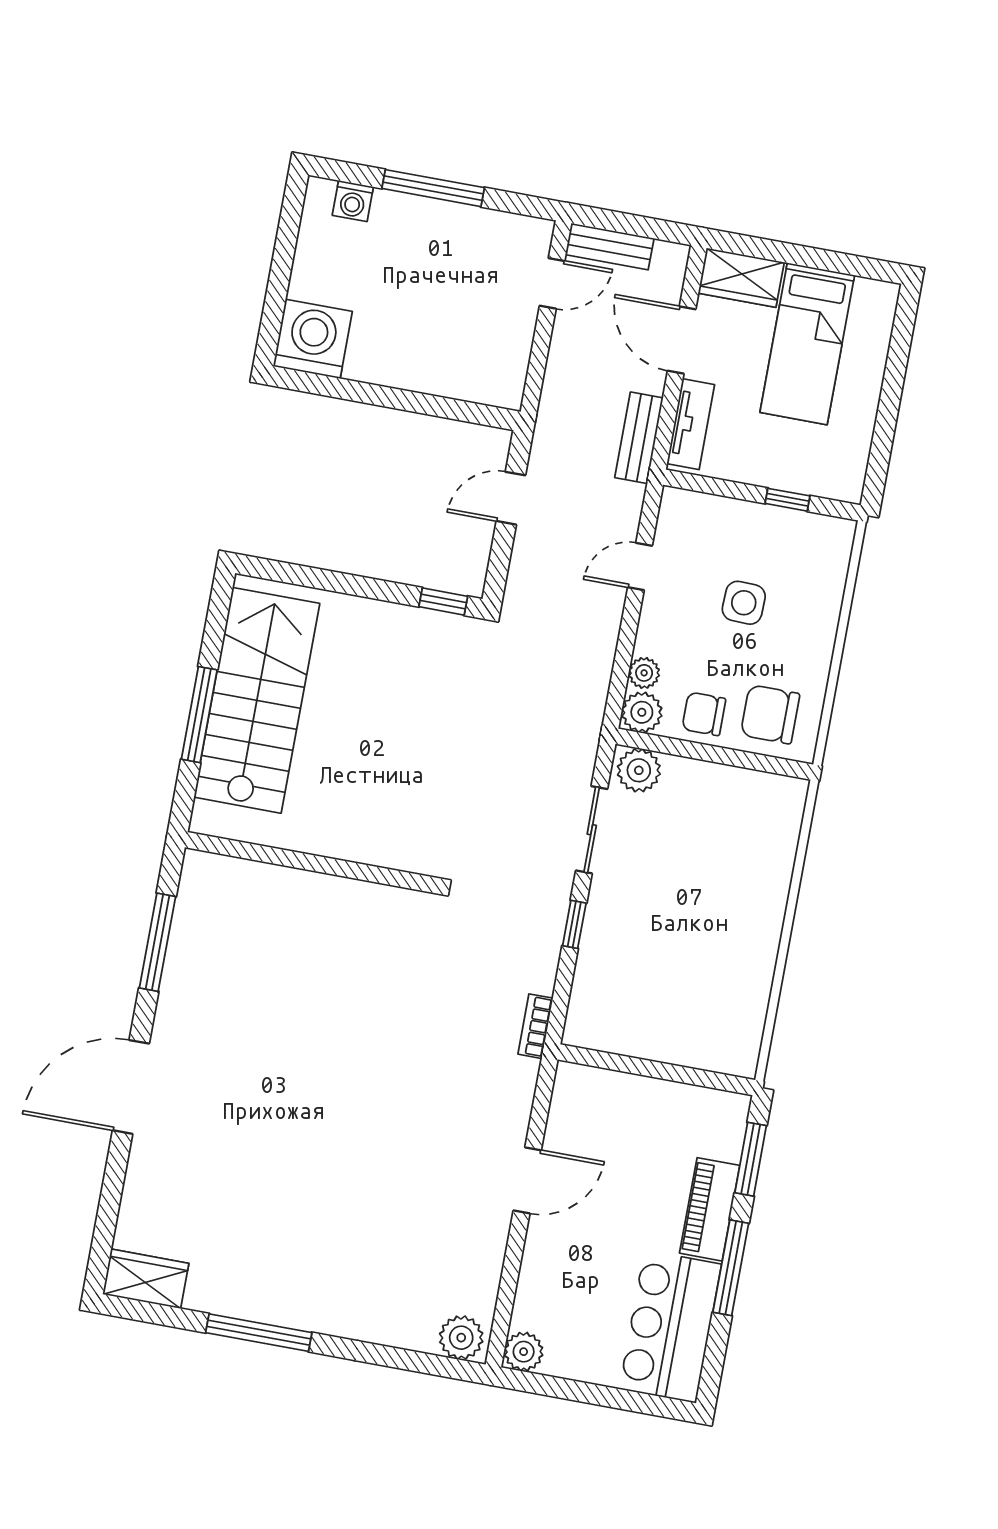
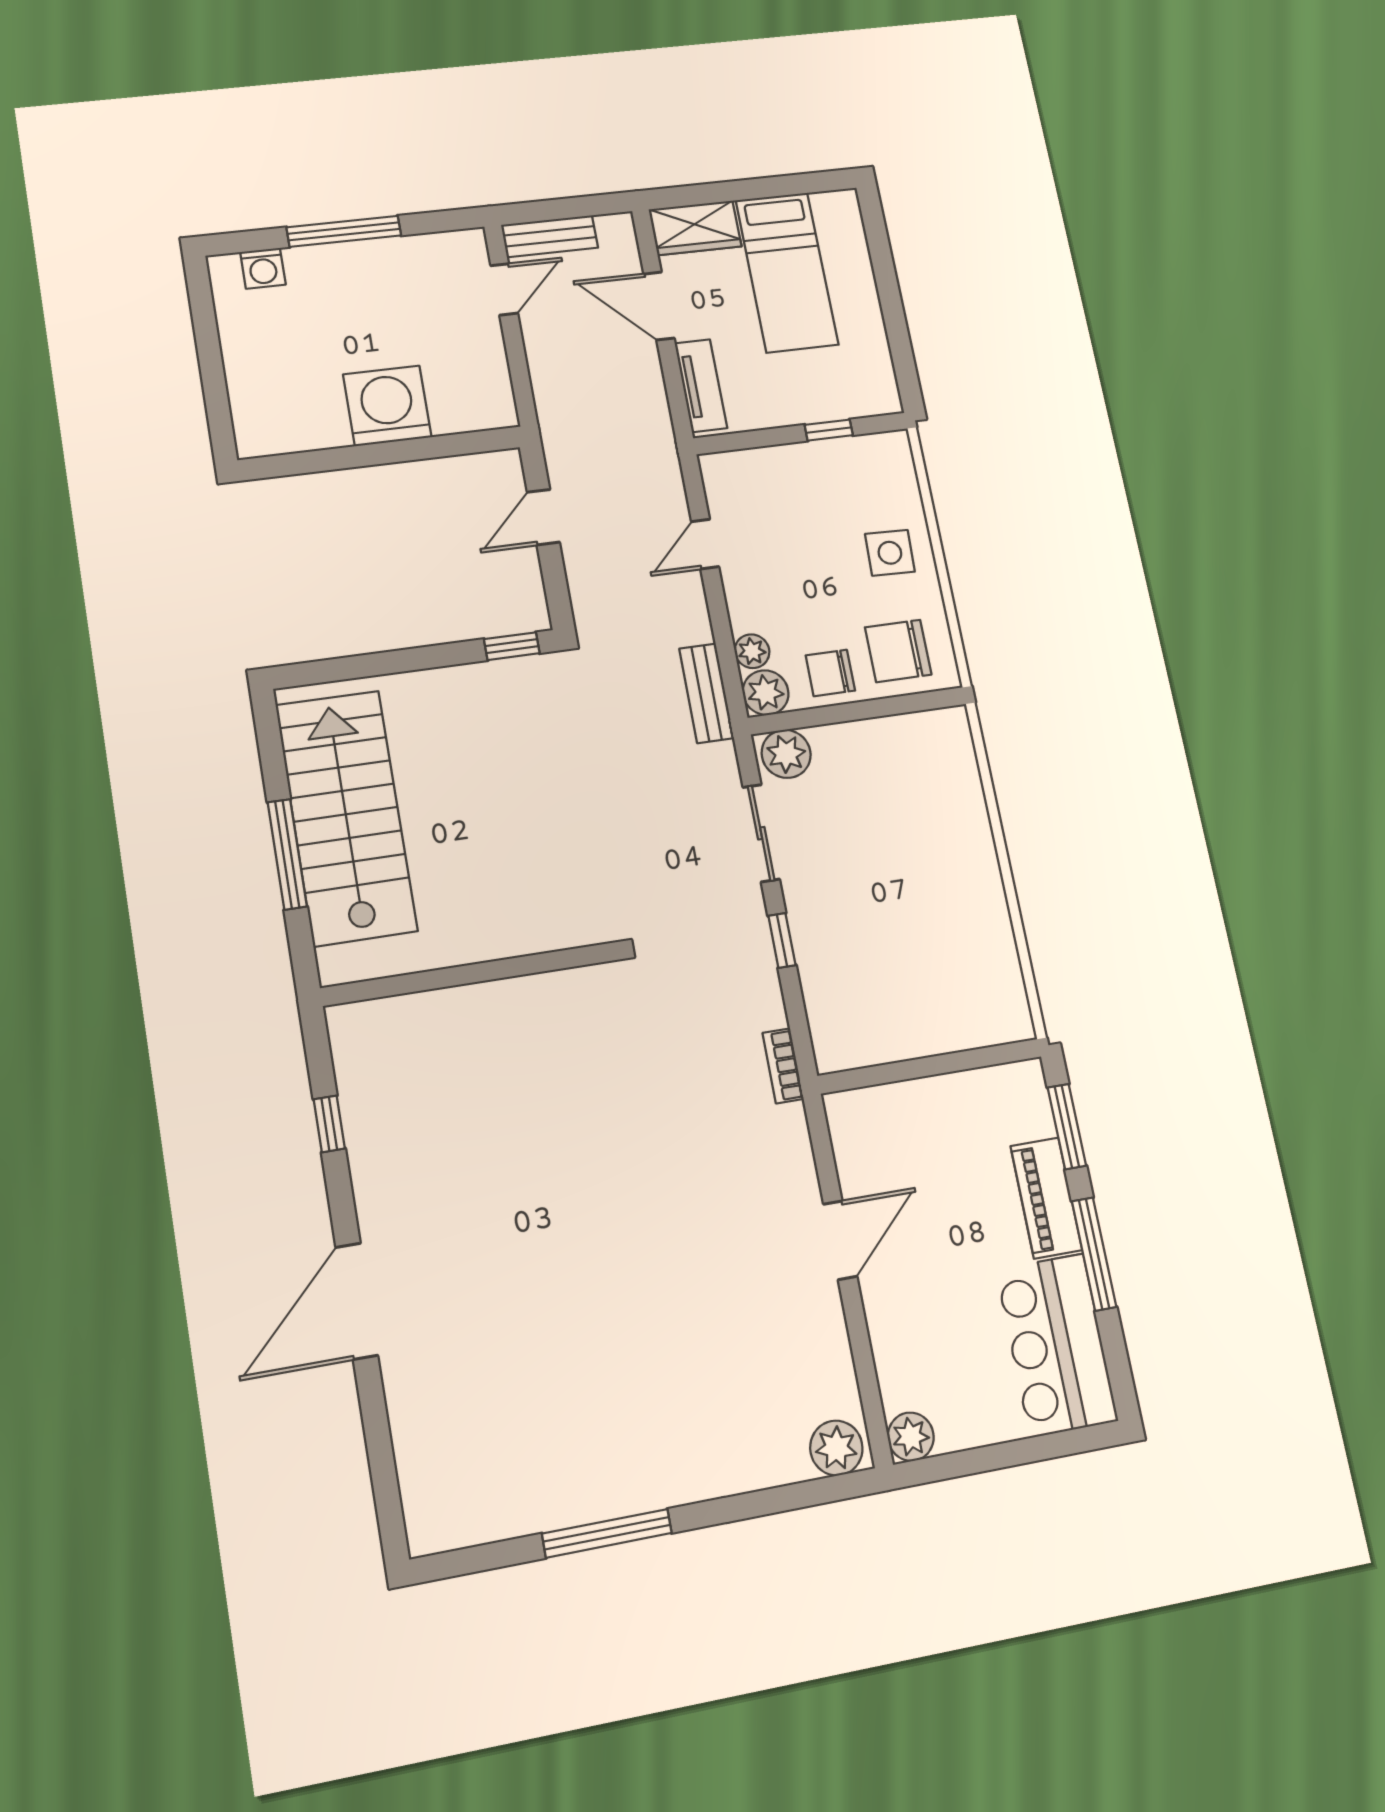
washing machine: (313, 339) -> (387, 406), moved
bench: (639, 438) -> (707, 693), moved
side table: (744, 603) -> (890, 553), moved
window: (157, 942) -> (329, 1124), width x0.46
wardrobe: (146, 1279) -> (453, 1521), removed

